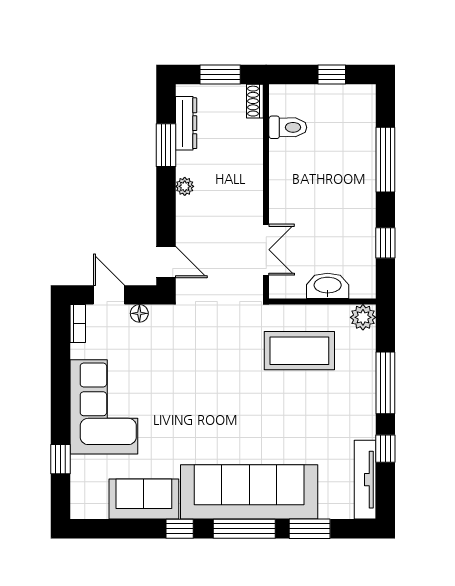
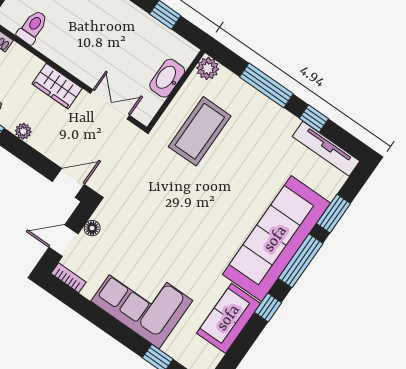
wardrobe: (249, 188) -> (57, 86), added

